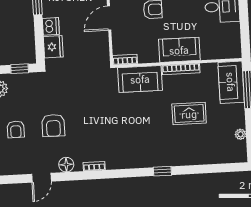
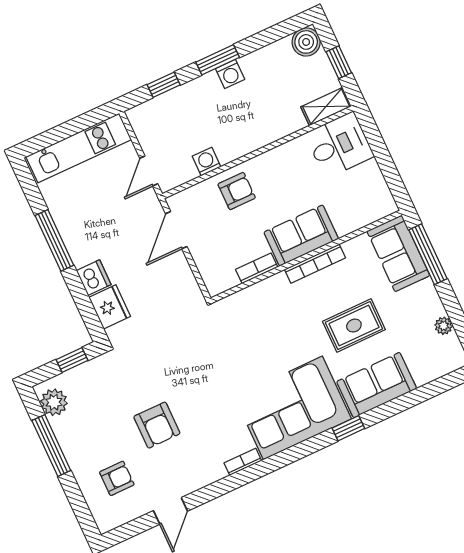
bookcase: (125, 60) -> (257, 268), moved
sofa: (140, 79) -> (377, 385), moved, turned 180
armchair: (16, 129) -> (117, 478), moved, turned -90
corner sofa: (135, 147) -> (293, 408), added
floor lamp: (66, 165) -> (200, 476), removed

